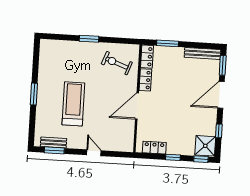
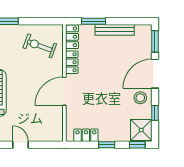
bench: (203, 53) -> (115, 30), moved
stool: (206, 116) -> (140, 98), added

